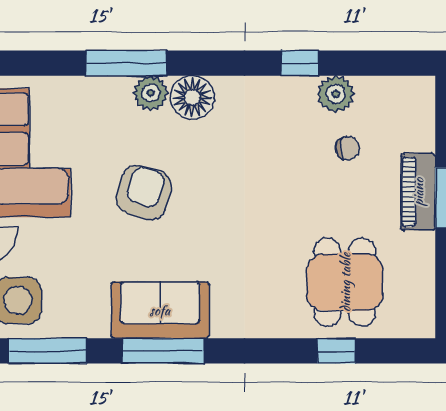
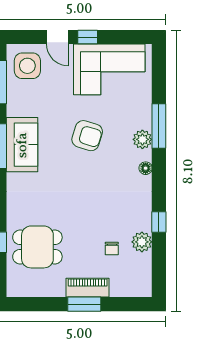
floor lamp: (192, 97) -> (146, 168), width x0.53, depth x0.53

